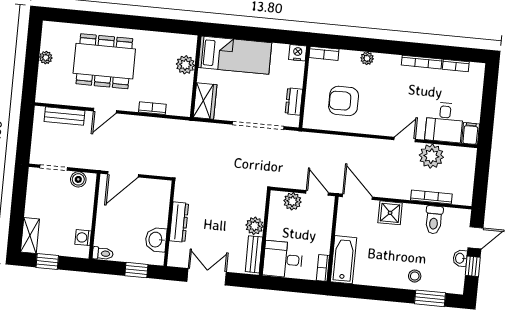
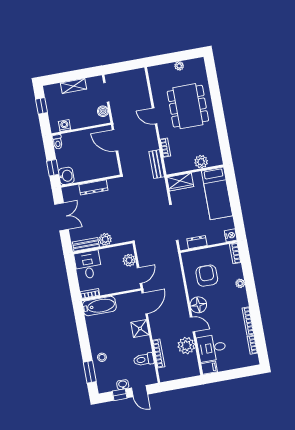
bench: (64, 116) -> (157, 164), moved
floor lamp: (380, 124) -> (198, 305), added
shelving: (30, 235) -> (73, 86), moved
washbasin: (156, 240) -> (66, 176), moved, turned 90

